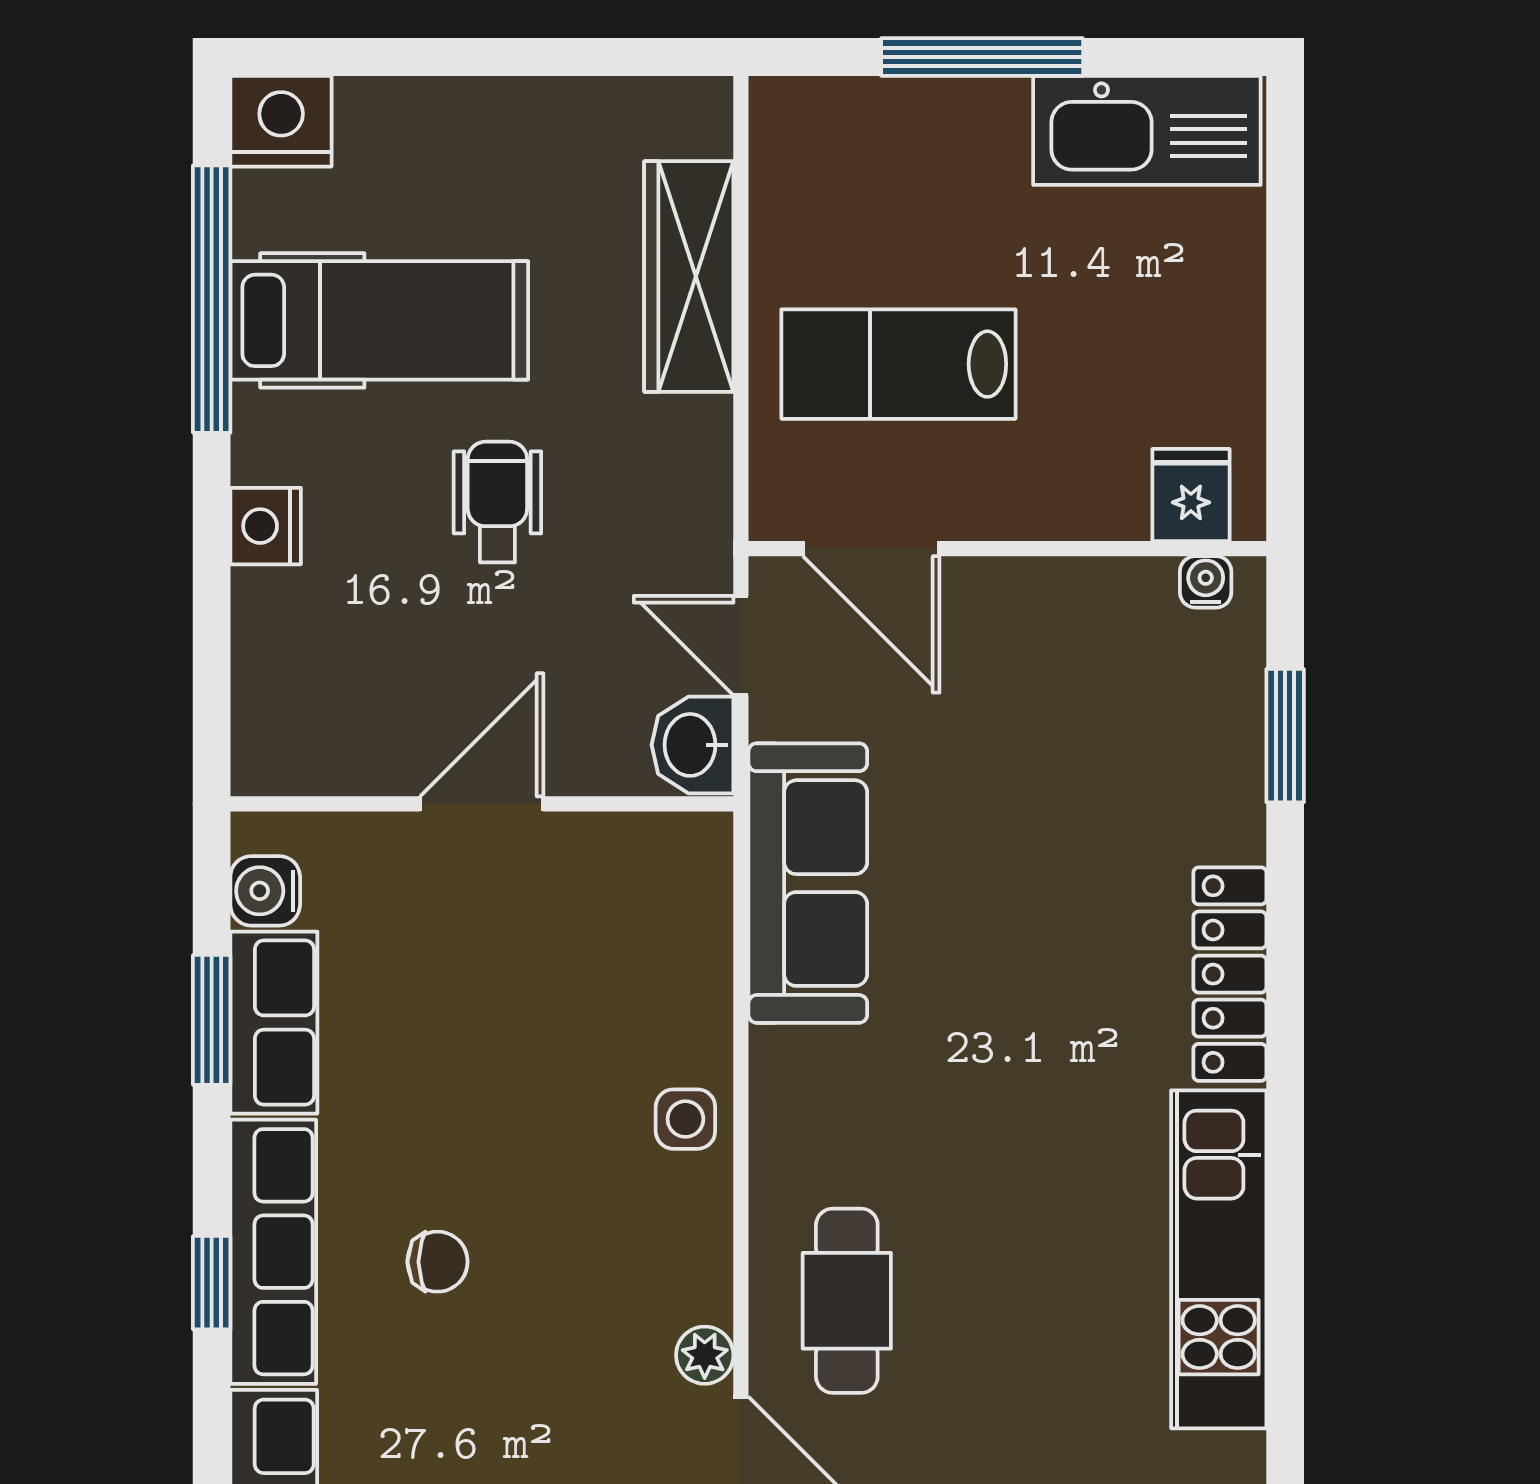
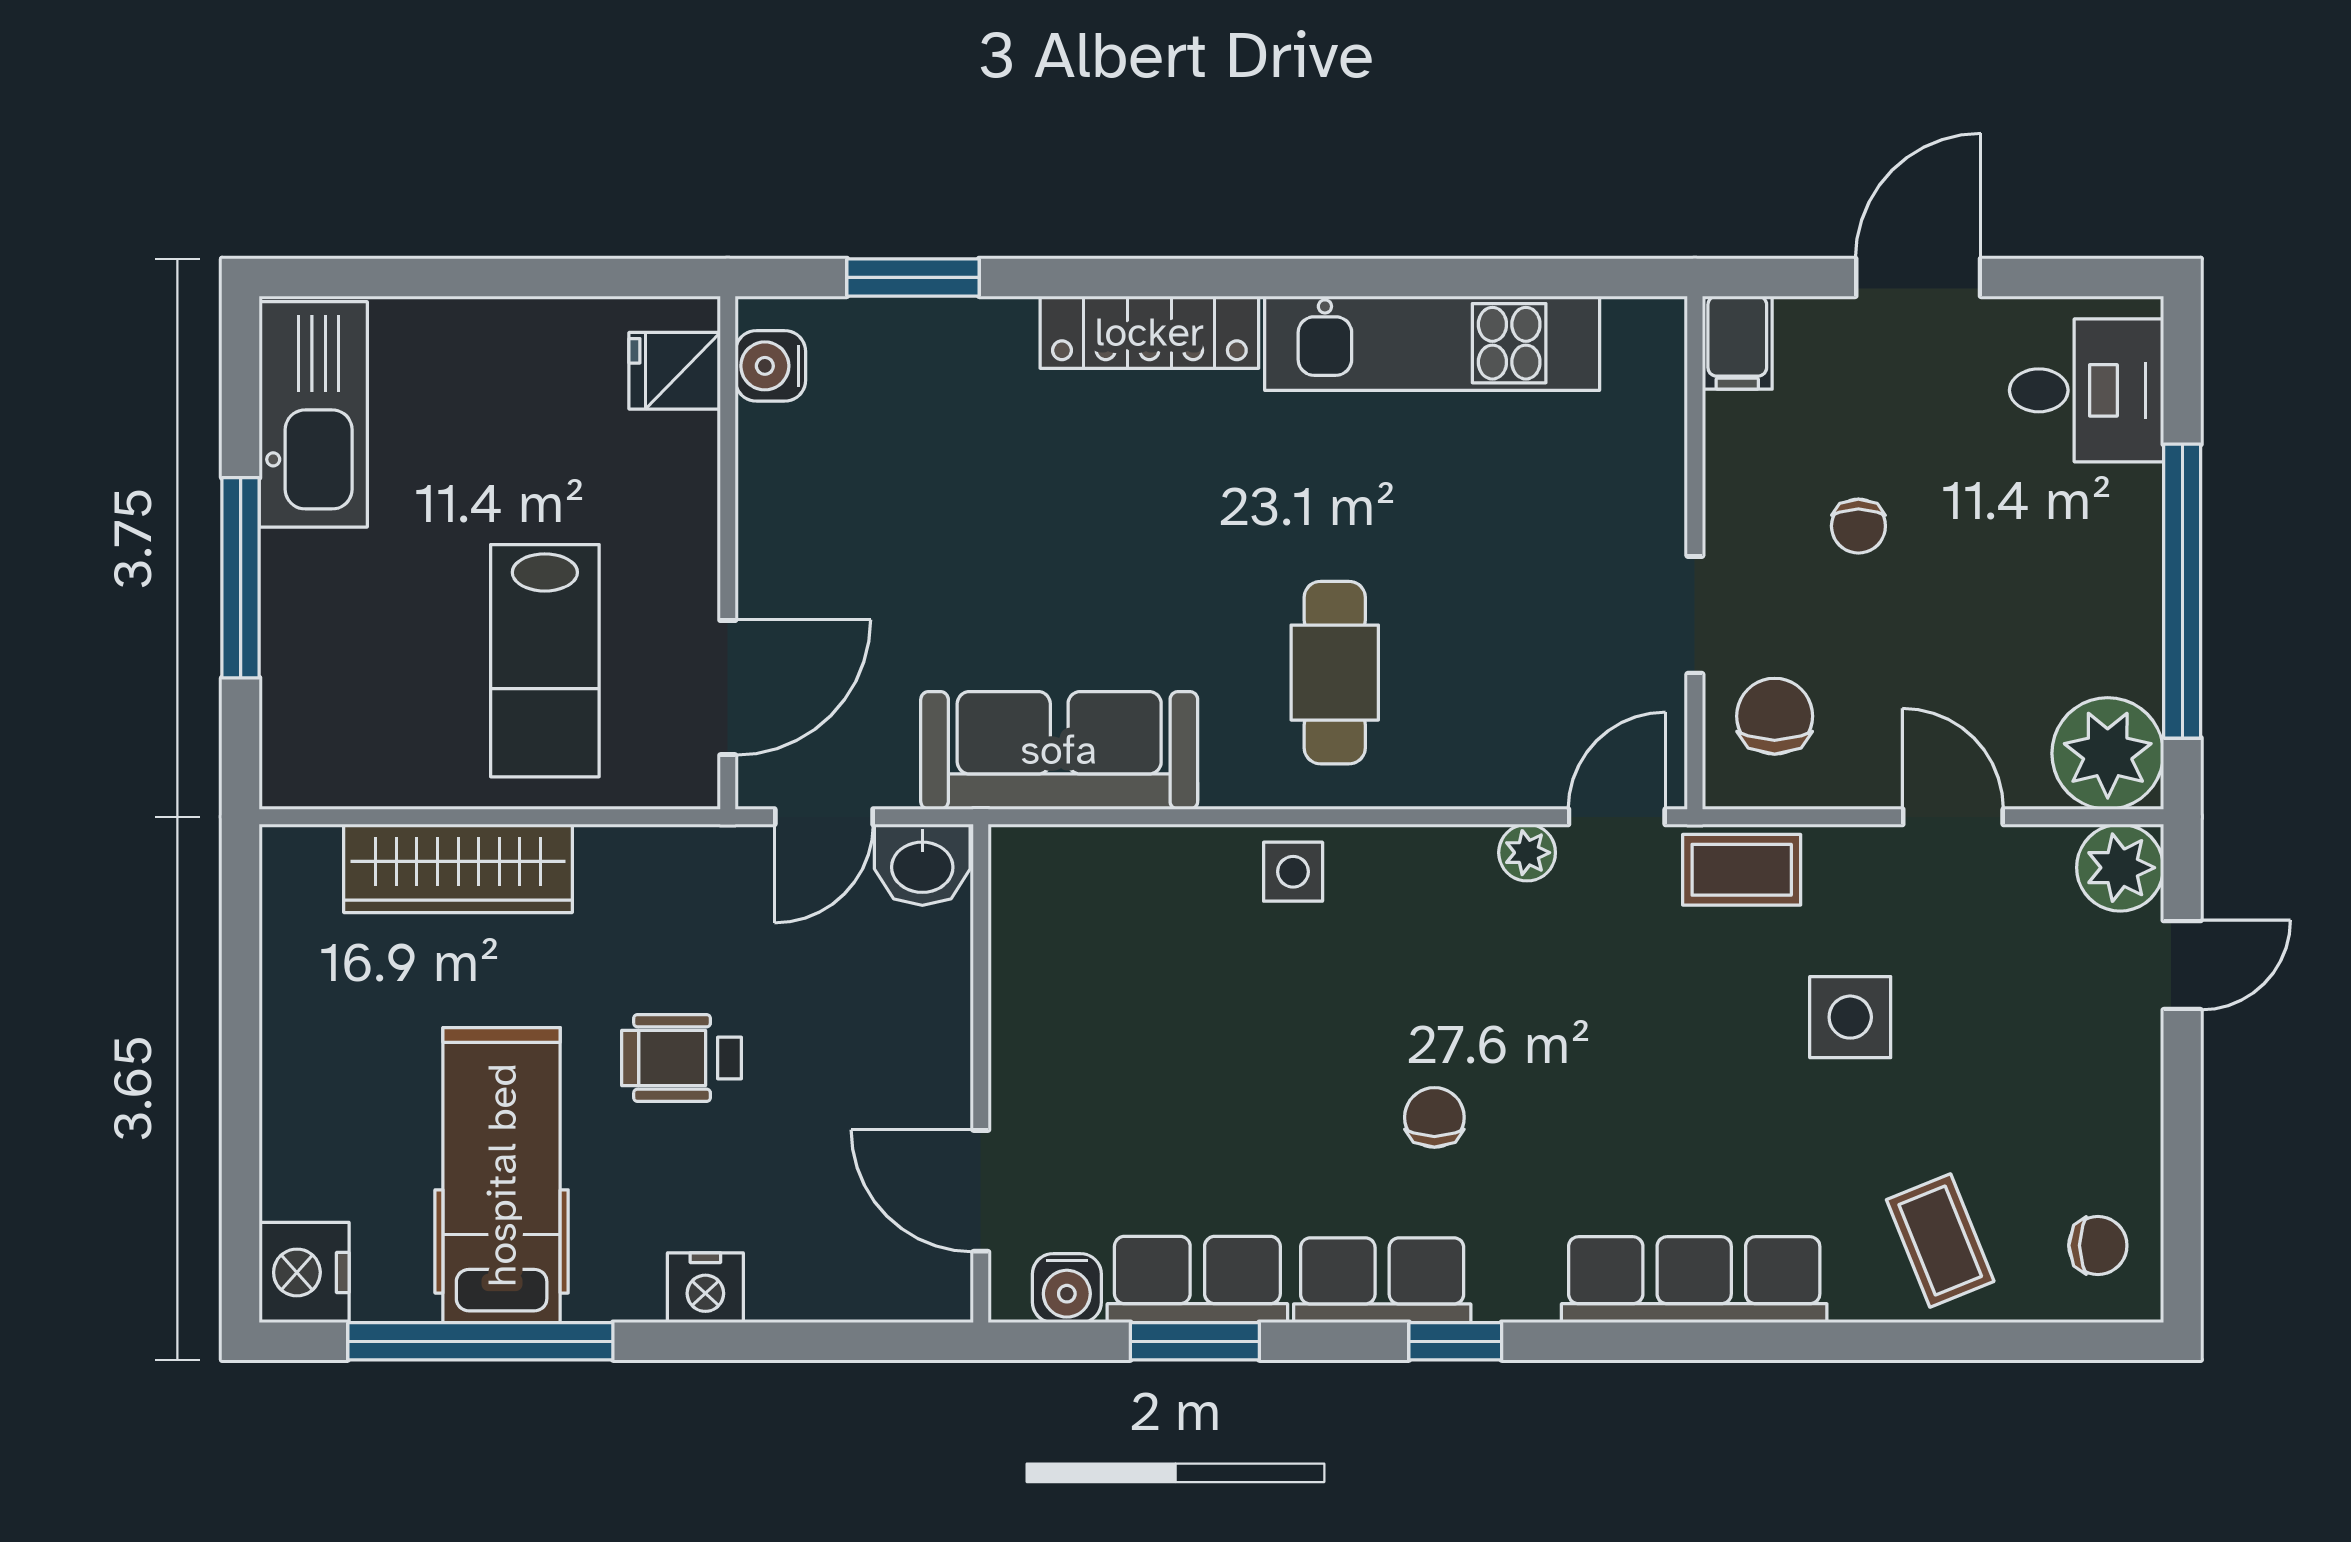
water cooler: (1206, 582) -> (770, 366), width x1.38, depth x1.38
door: (482, 804) -> (981, 1191), moved
row of seats: (273, 1252) -> (1382, 1280), width x0.68
cafe table: (847, 1301) -> (1335, 673), moved, turned 90

